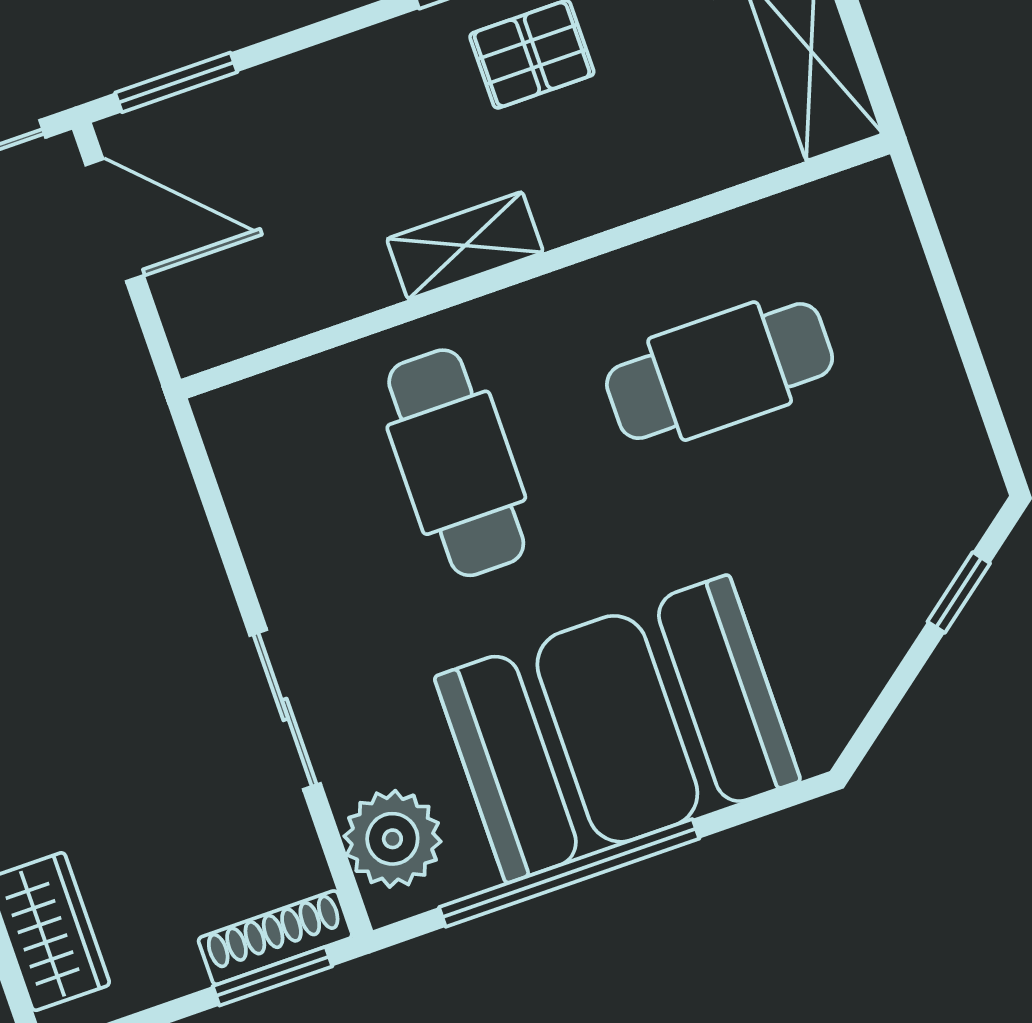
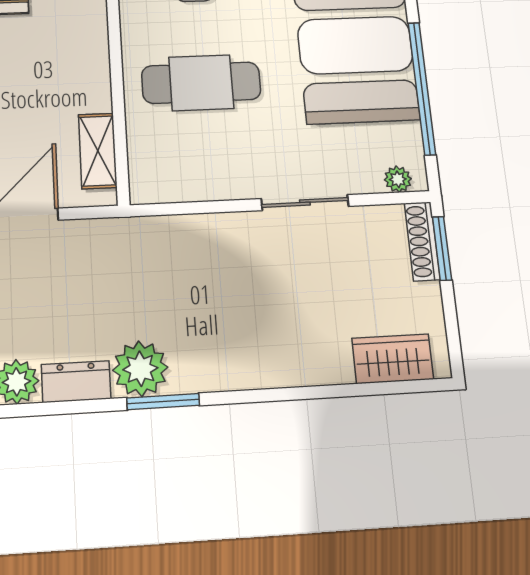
shelving: (465, 246) -> (98, 151), moved
plant: (392, 839) -> (398, 179), width x0.53, depth x0.53

